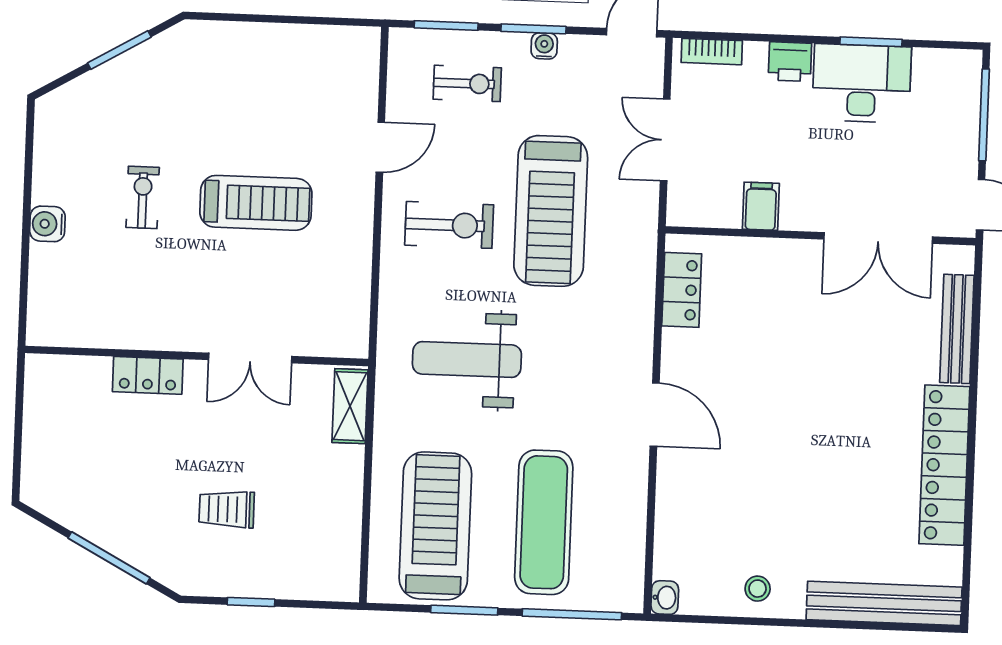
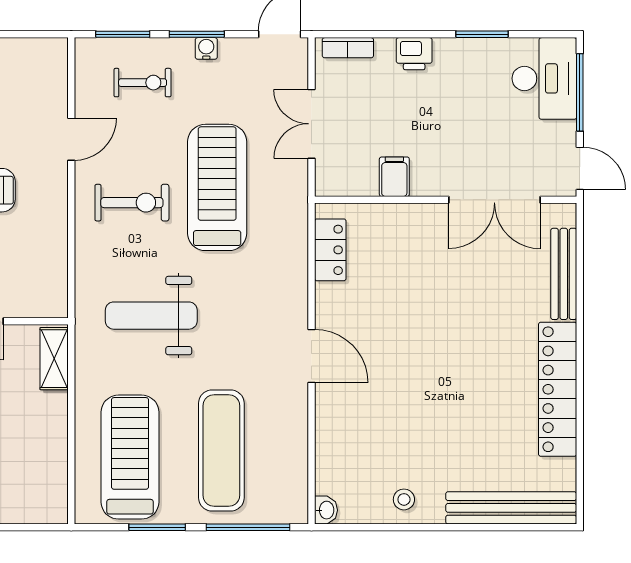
desk: (862, 83) -> (544, 78), moved, turned 90
treadmill: (551, 211) -> (217, 187), turned 180

